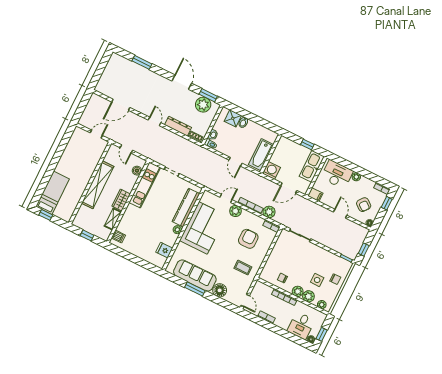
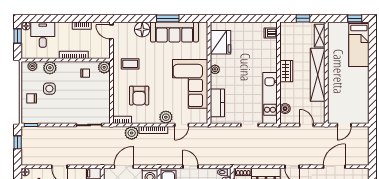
kitchen counter: (186, 208) -> (217, 103), width x0.67
shelving: (113, 219) -> (320, 36), moved
fridge: (164, 250) -> (220, 42), width x1.88, depth x1.34
plant: (298, 291) -> (104, 67), moved

